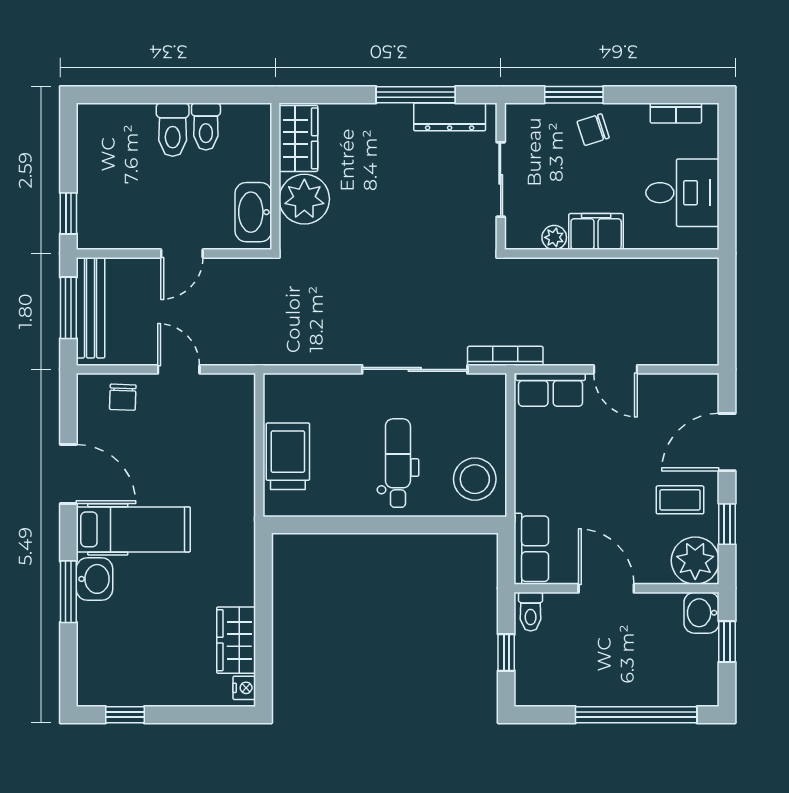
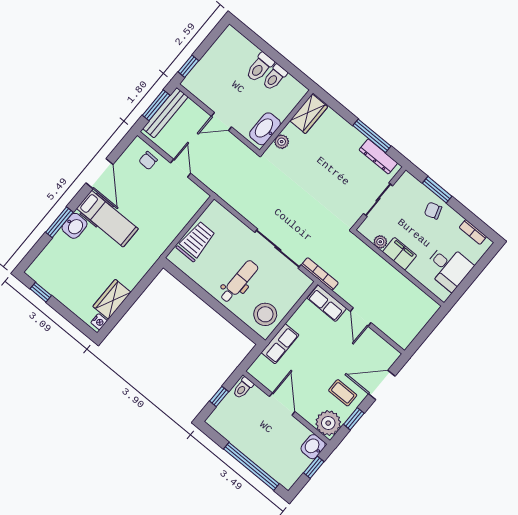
plant: (304, 199) -> (282, 142), width x0.53, depth x0.53
row of seats: (531, 549) -> (280, 344), moved

